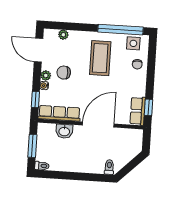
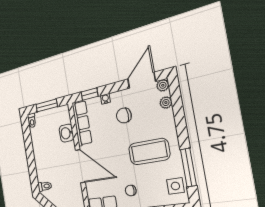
window: (120, 30) -> (188, 167), width x0.68
chair: (137, 64) -> (131, 191), moved
chair: (64, 73) -> (124, 115), turned -92
plant: (46, 75) -> (163, 85), moved

